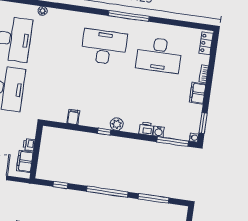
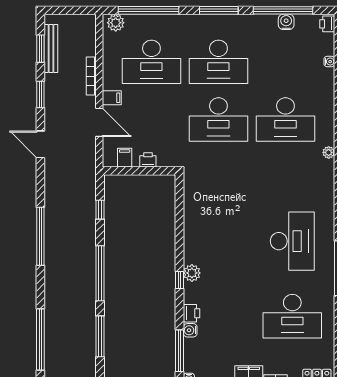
desk: (159, 55) -> (292, 316), turned -90
filing cabinet: (73, 117) -> (193, 214), removed
window: (104, 132) -> (180, 280), moved
filing cabinet: (25, 161) -> (125, 158), width x0.50

